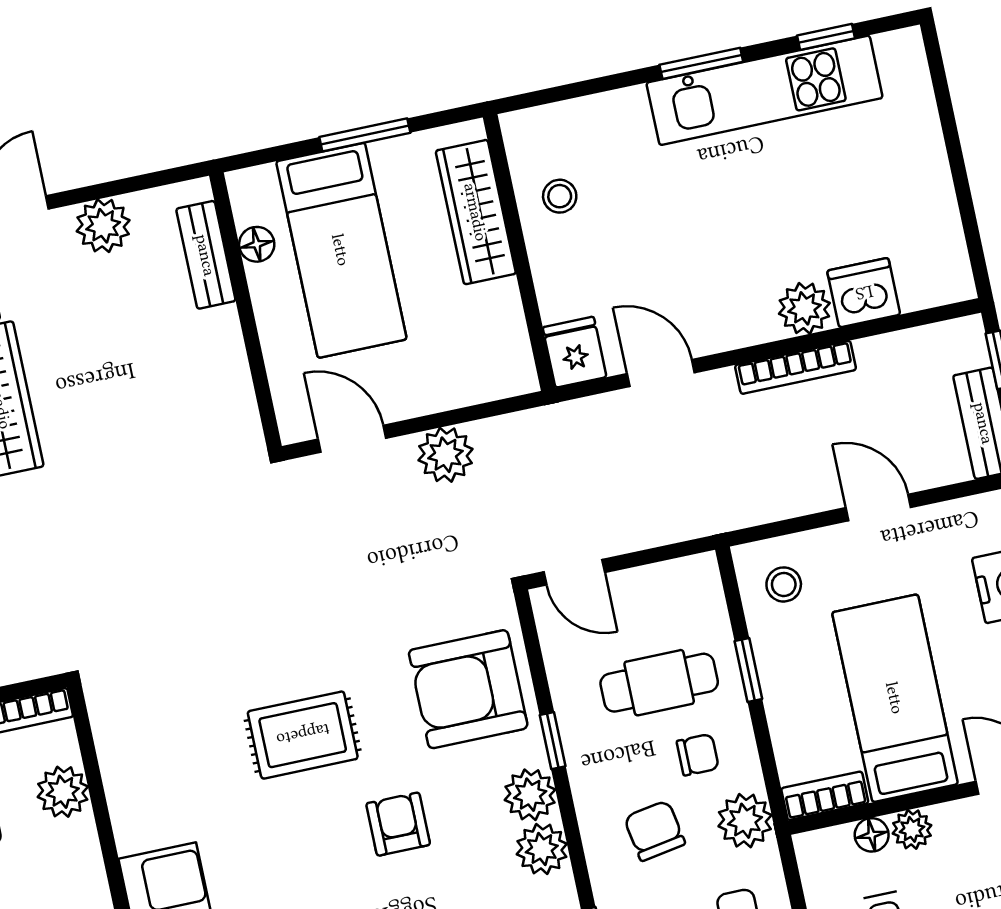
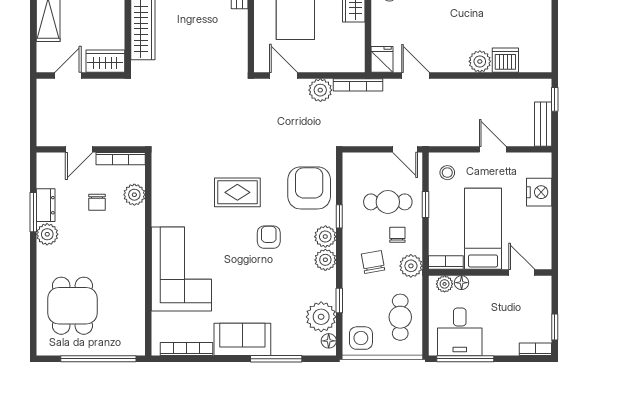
bookcase: (796, 367) -> (358, 85), moved
door: (574, 572) -> (405, 149), moved
armchair: (468, 689) -> (309, 188), turned 90
chair: (698, 755) -> (397, 235), turned -90
plant: (912, 829) -> (445, 284), moved

